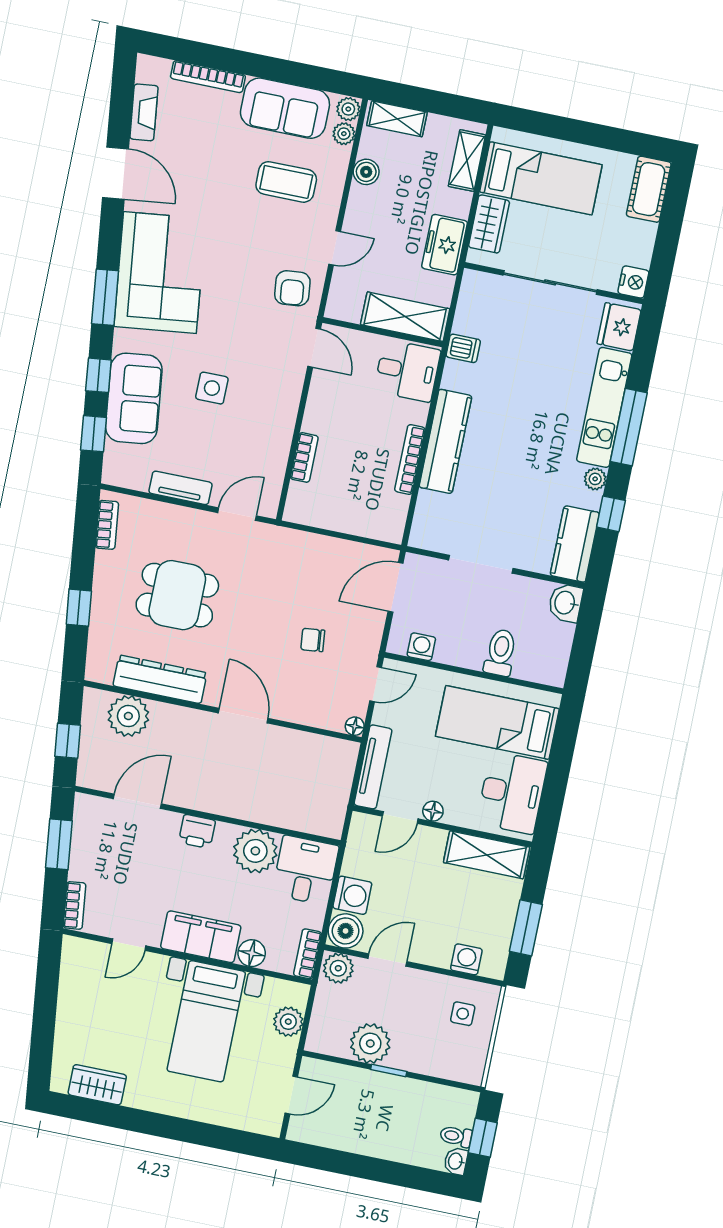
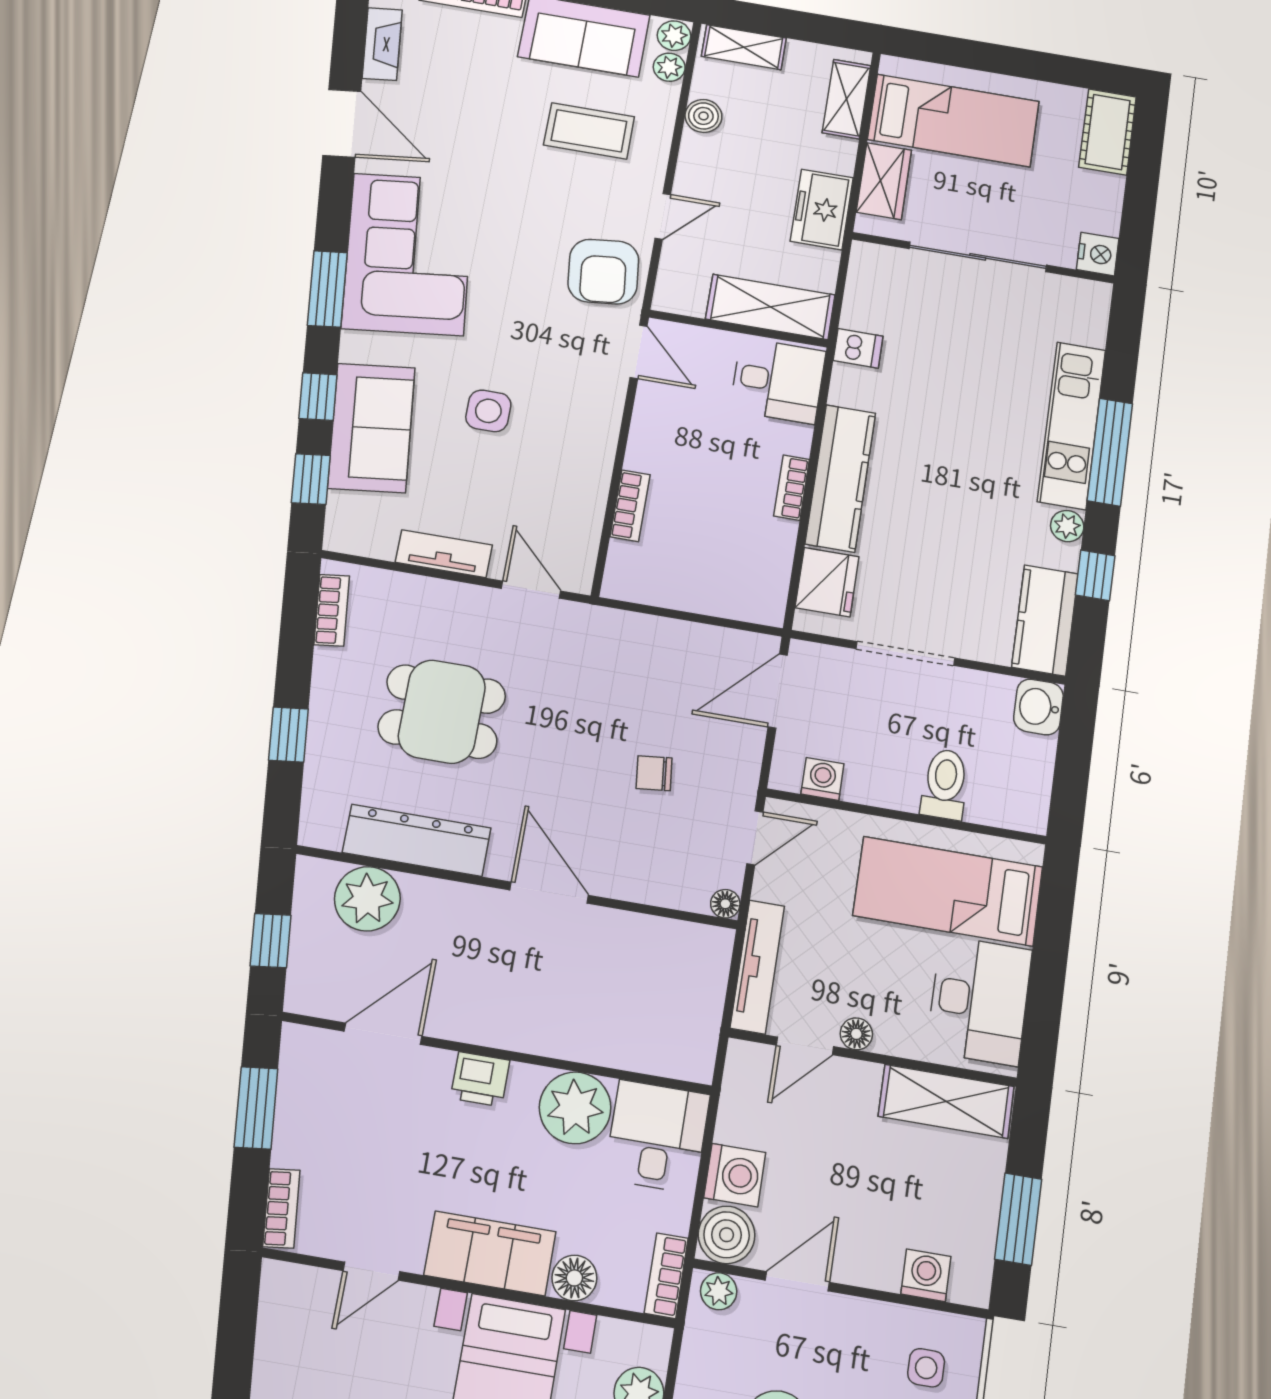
armchair: (292, 288) -> (603, 272), width x1.38, depth x1.38
fridge: (619, 327) -> (827, 582), moved, turned 180
bookcase: (410, 459) -> (792, 488), width x0.64
door: (237, 514) -> (531, 590), hinge flipped
plant: (338, 968) -> (719, 1291), width x0.73, depth x0.73

